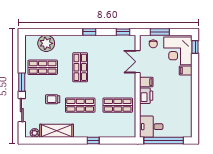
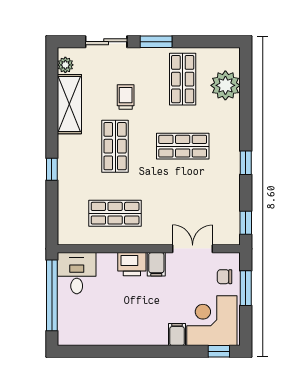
shop shelf: (118, 105) -> (115, 213), turned 90

